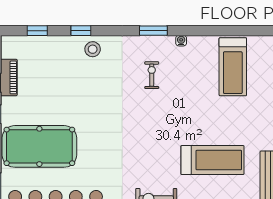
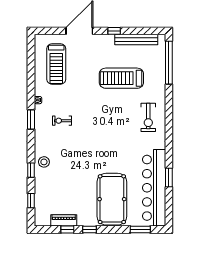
treadmill: (233, 67) -> (56, 64), turned 90
treadmill: (212, 160) -> (121, 78), turned -90

